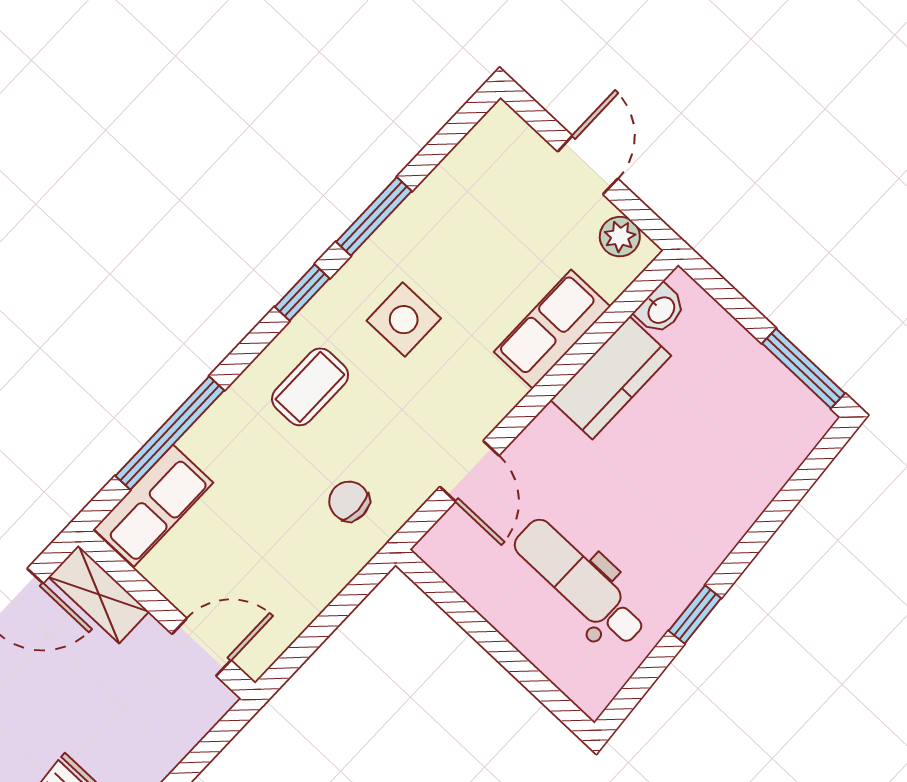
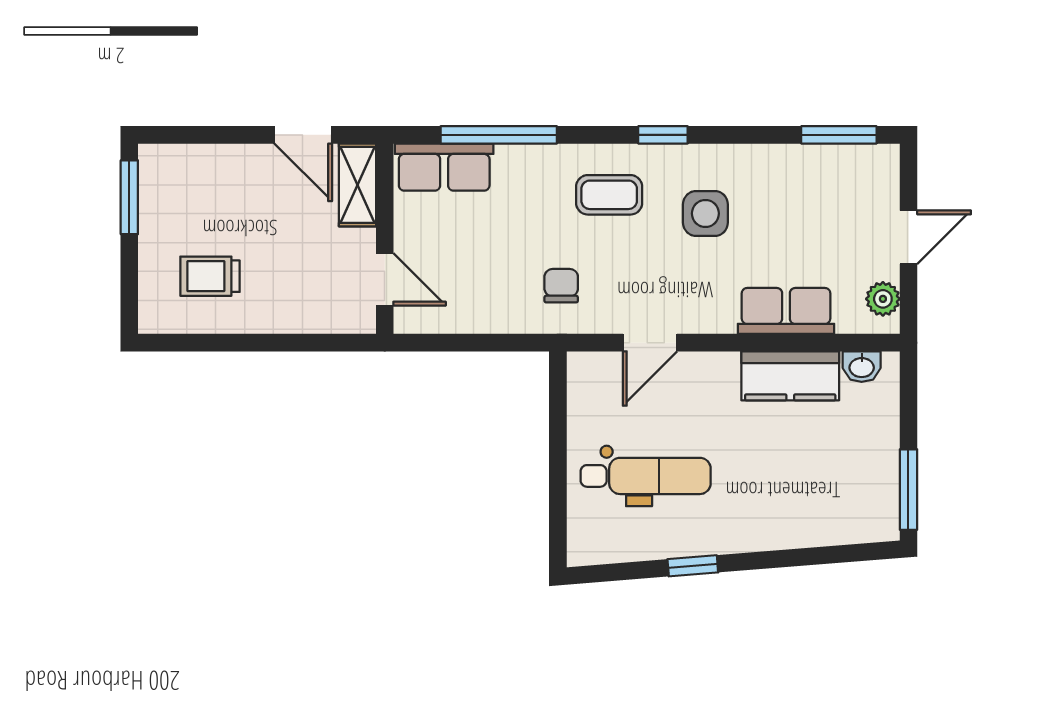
window: (374, 216) -> (839, 135), moved
dental chair: (580, 582) -> (646, 476), turned 90

